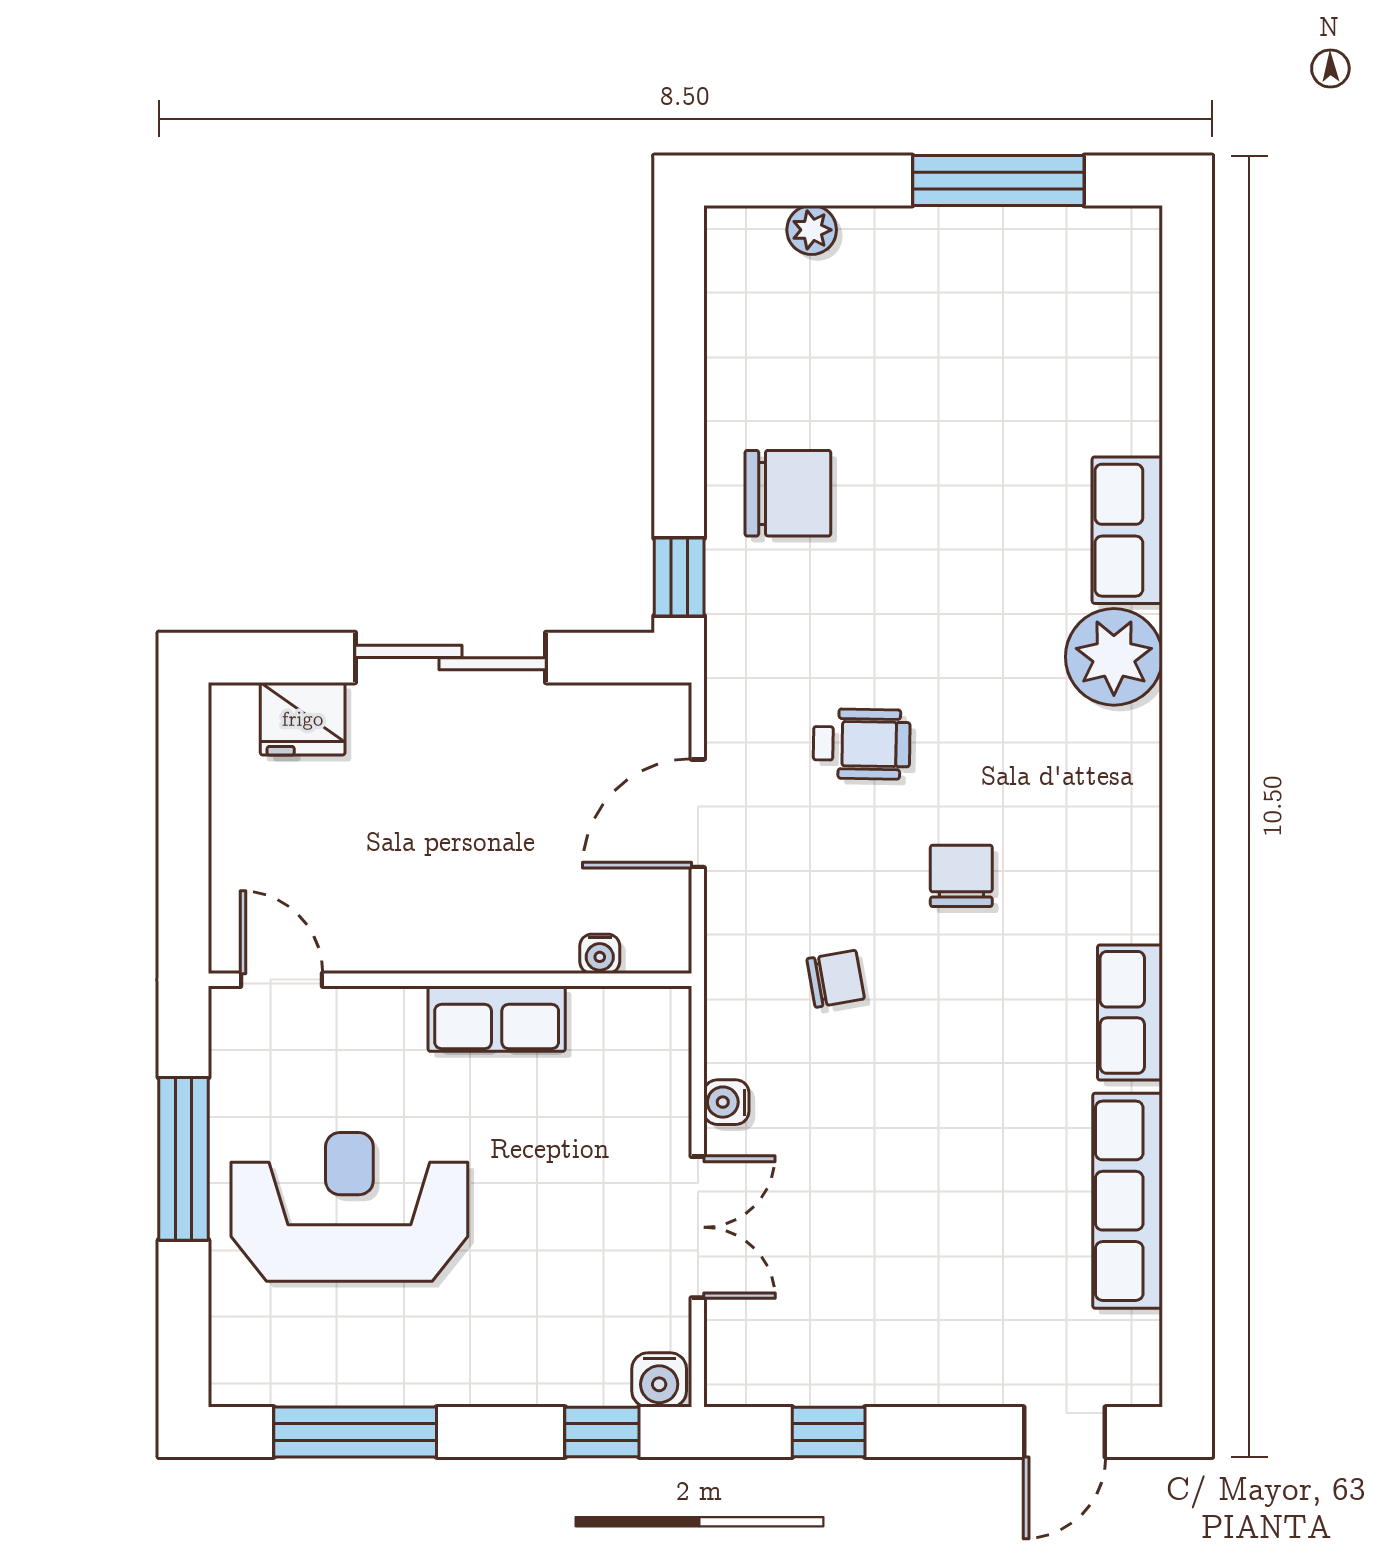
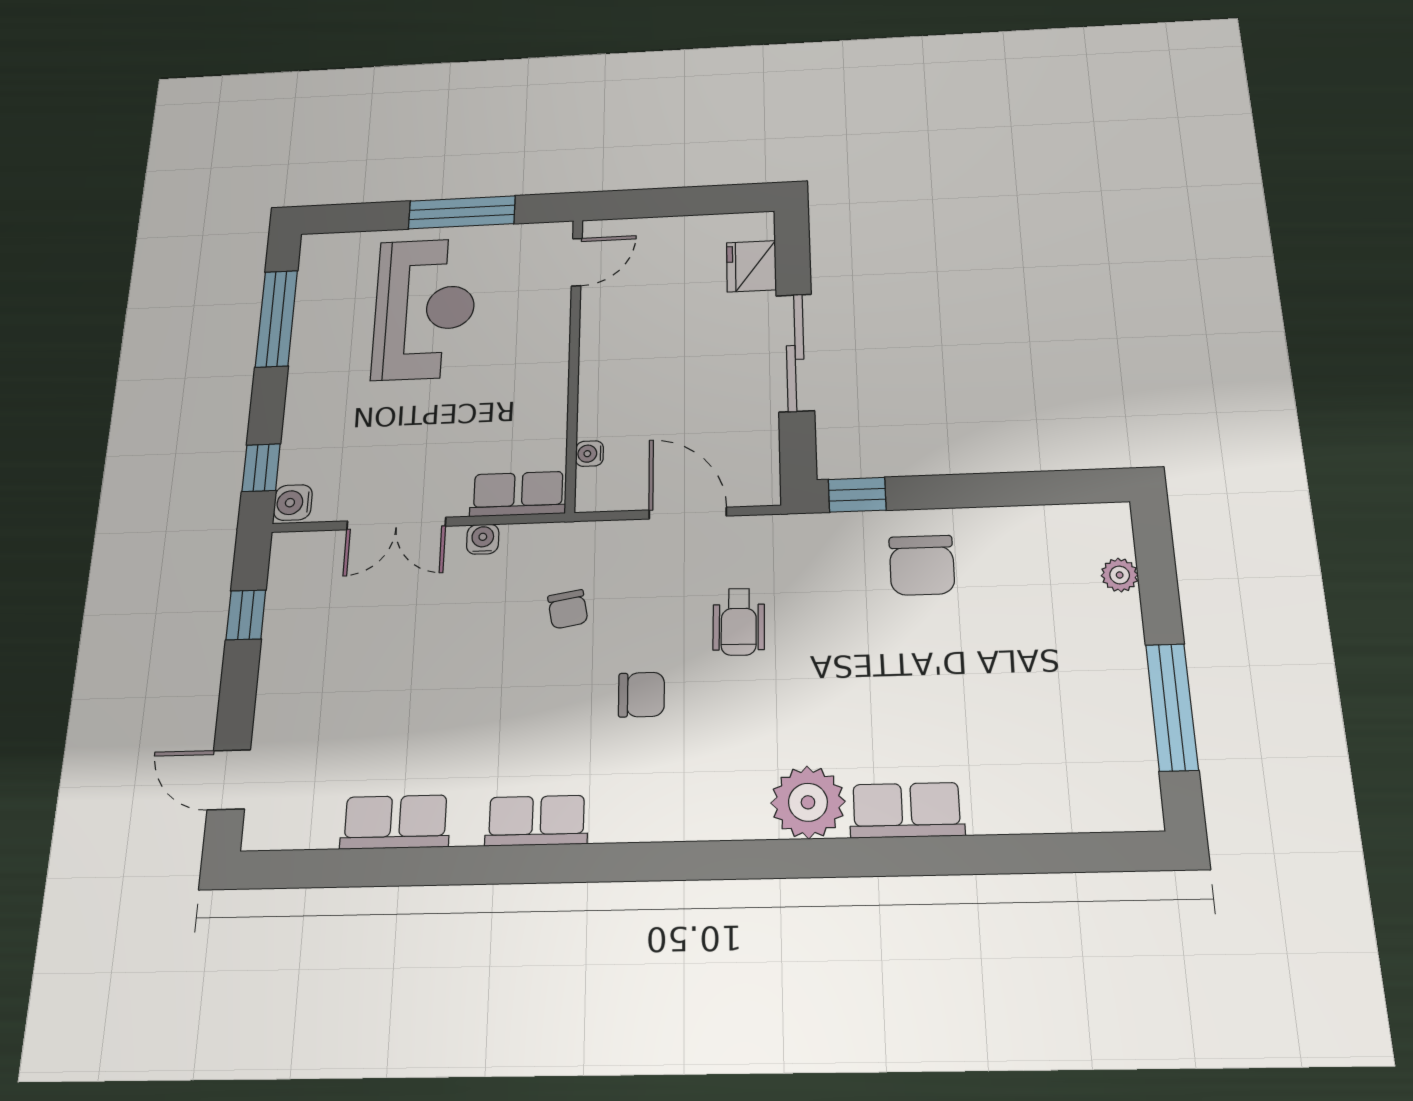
row of seats: (497, 1019) -> (518, 494), moved, turned 90
row of seats: (1128, 1201) -> (395, 822), width x0.68

